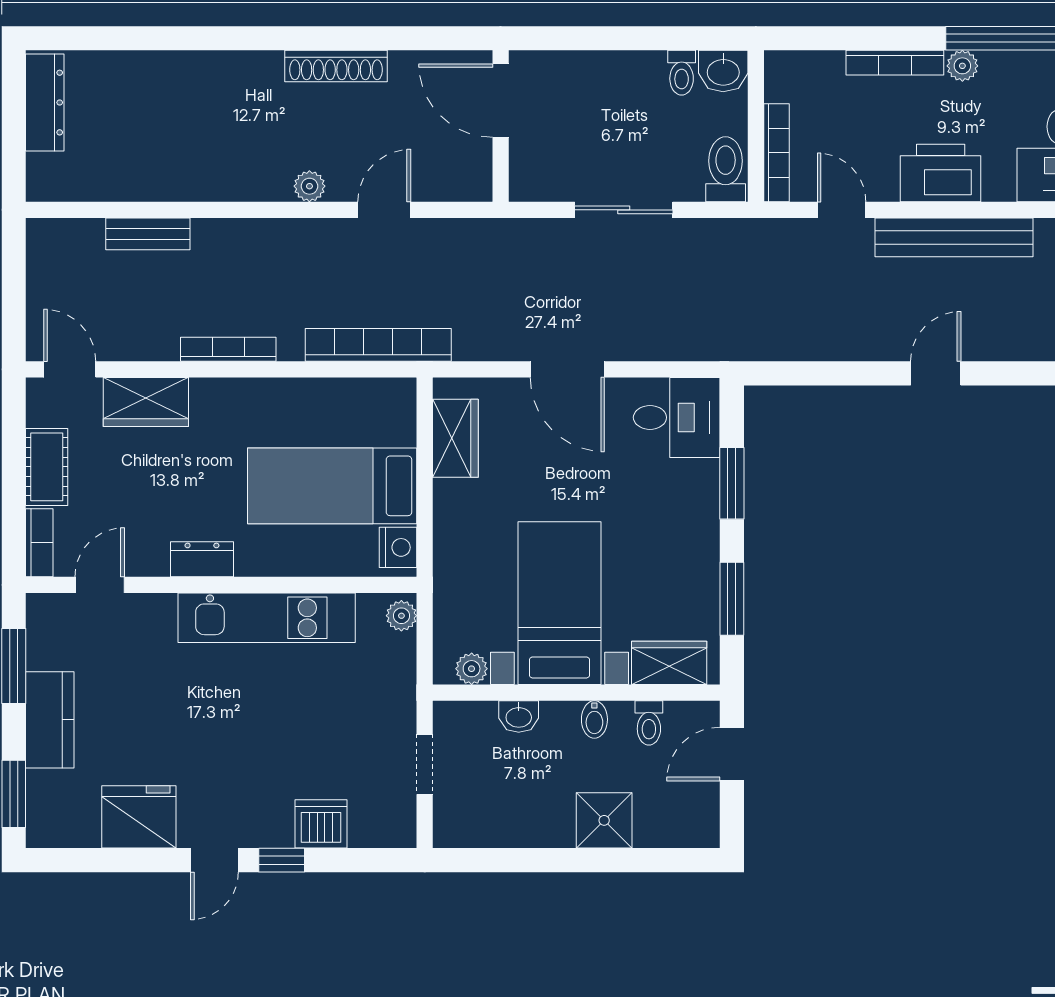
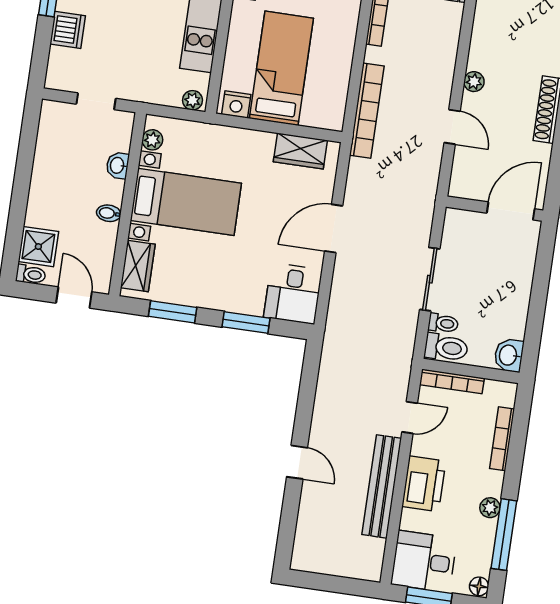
bookcase: (895, 63) -> (502, 439), moved
toilet: (682, 73) -> (443, 323), moved, turned 180
toilet: (649, 723) -> (31, 274), moved, turned 180
shower: (604, 820) -> (38, 247), moved

